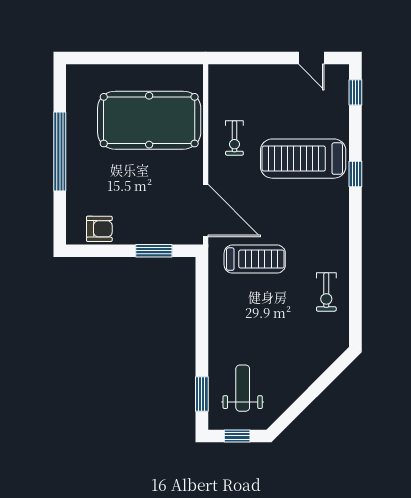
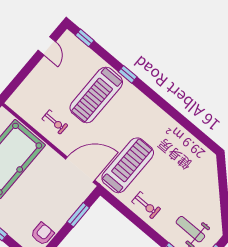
door: (311, 58) -> (47, 46), hinge flipped
treadmill: (255, 259) -> (128, 165), width x1.37, depth x1.38
exercise bike: (326, 292) -> (146, 205), moved

